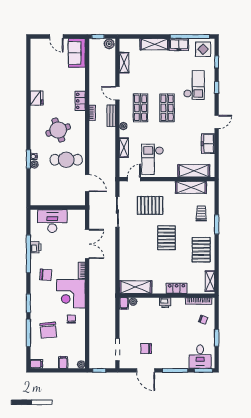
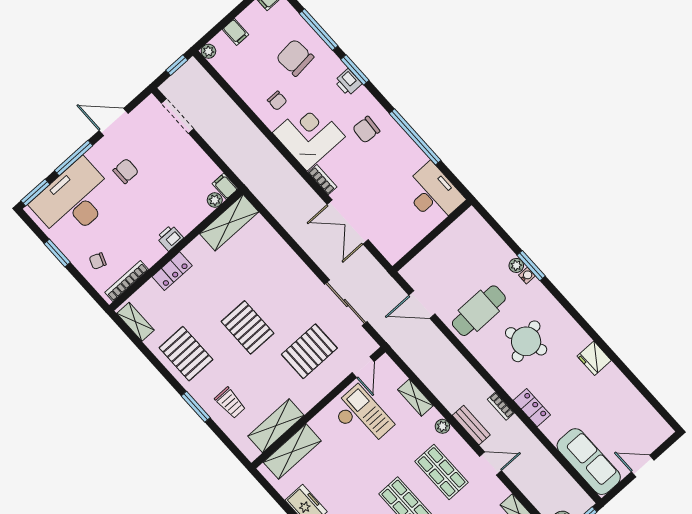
sofa: (77, 53) -> (589, 462), width x1.36
desk: (52, 221) -> (433, 194), moved, turned -90
printer: (36, 247) -> (348, 82), moved
chair: (146, 349) -> (126, 171), moved
desk: (200, 357) -> (74, 200), width x1.87, depth x1.30

